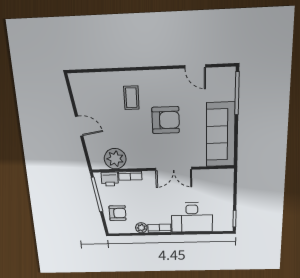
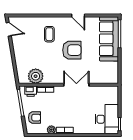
door: (195, 66) -> (78, 15), moved
door: (79, 126) -> (9, 29), moved
sofa: (221, 135) -> (109, 39), moved
double door: (174, 169) -> (76, 85), swing flipped
desk: (192, 217) -> (107, 119), moved, turned -90

